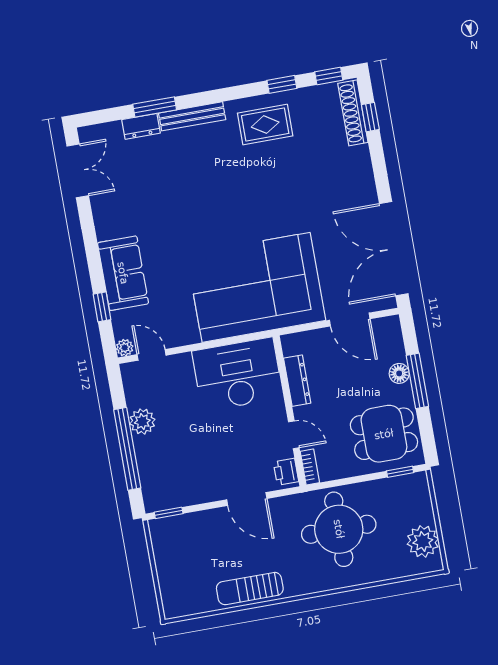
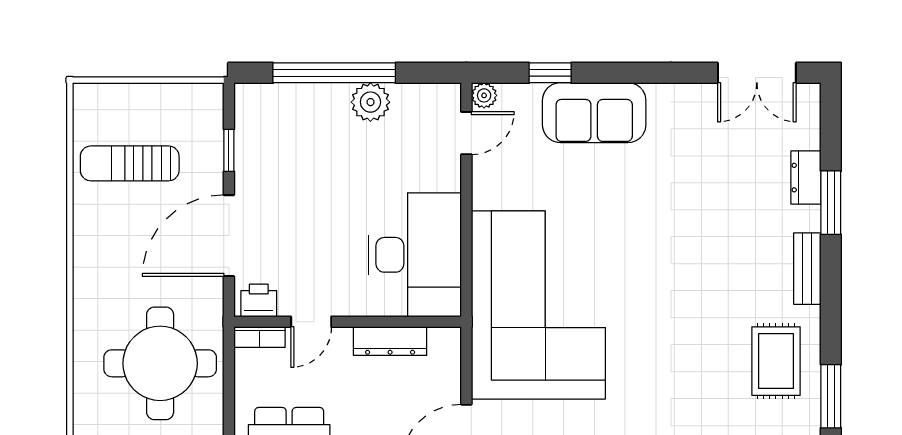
window: (282, 84) -> (831, 396), width x1.50
bench: (192, 116) -> (807, 269), width x0.73
door: (247, 499) -> (229, 236), width x1.36
window: (169, 513) -> (229, 150), moved
sun lounger: (250, 589) -> (130, 163), moved, turned -90

